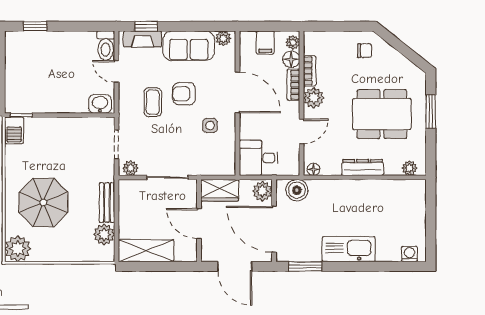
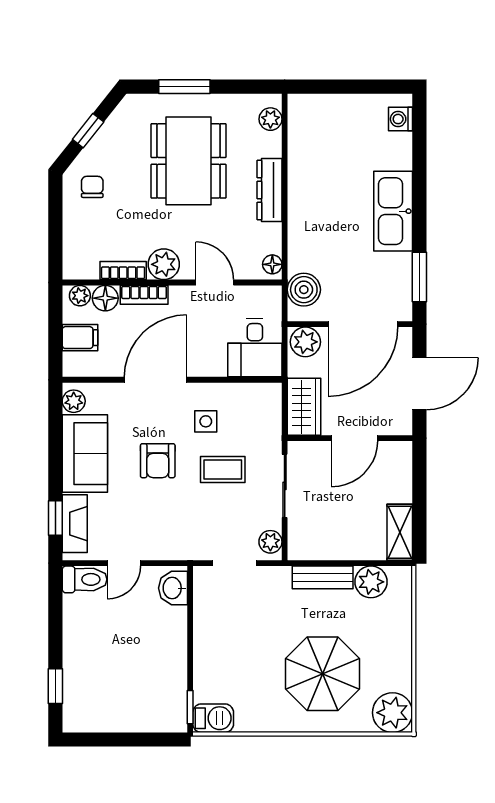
window: (402, 48) -> (88, 131), added
coffee table: (153, 102) -> (223, 470), moved
shelving: (146, 251) -> (400, 532), width x0.67, depth x0.75

